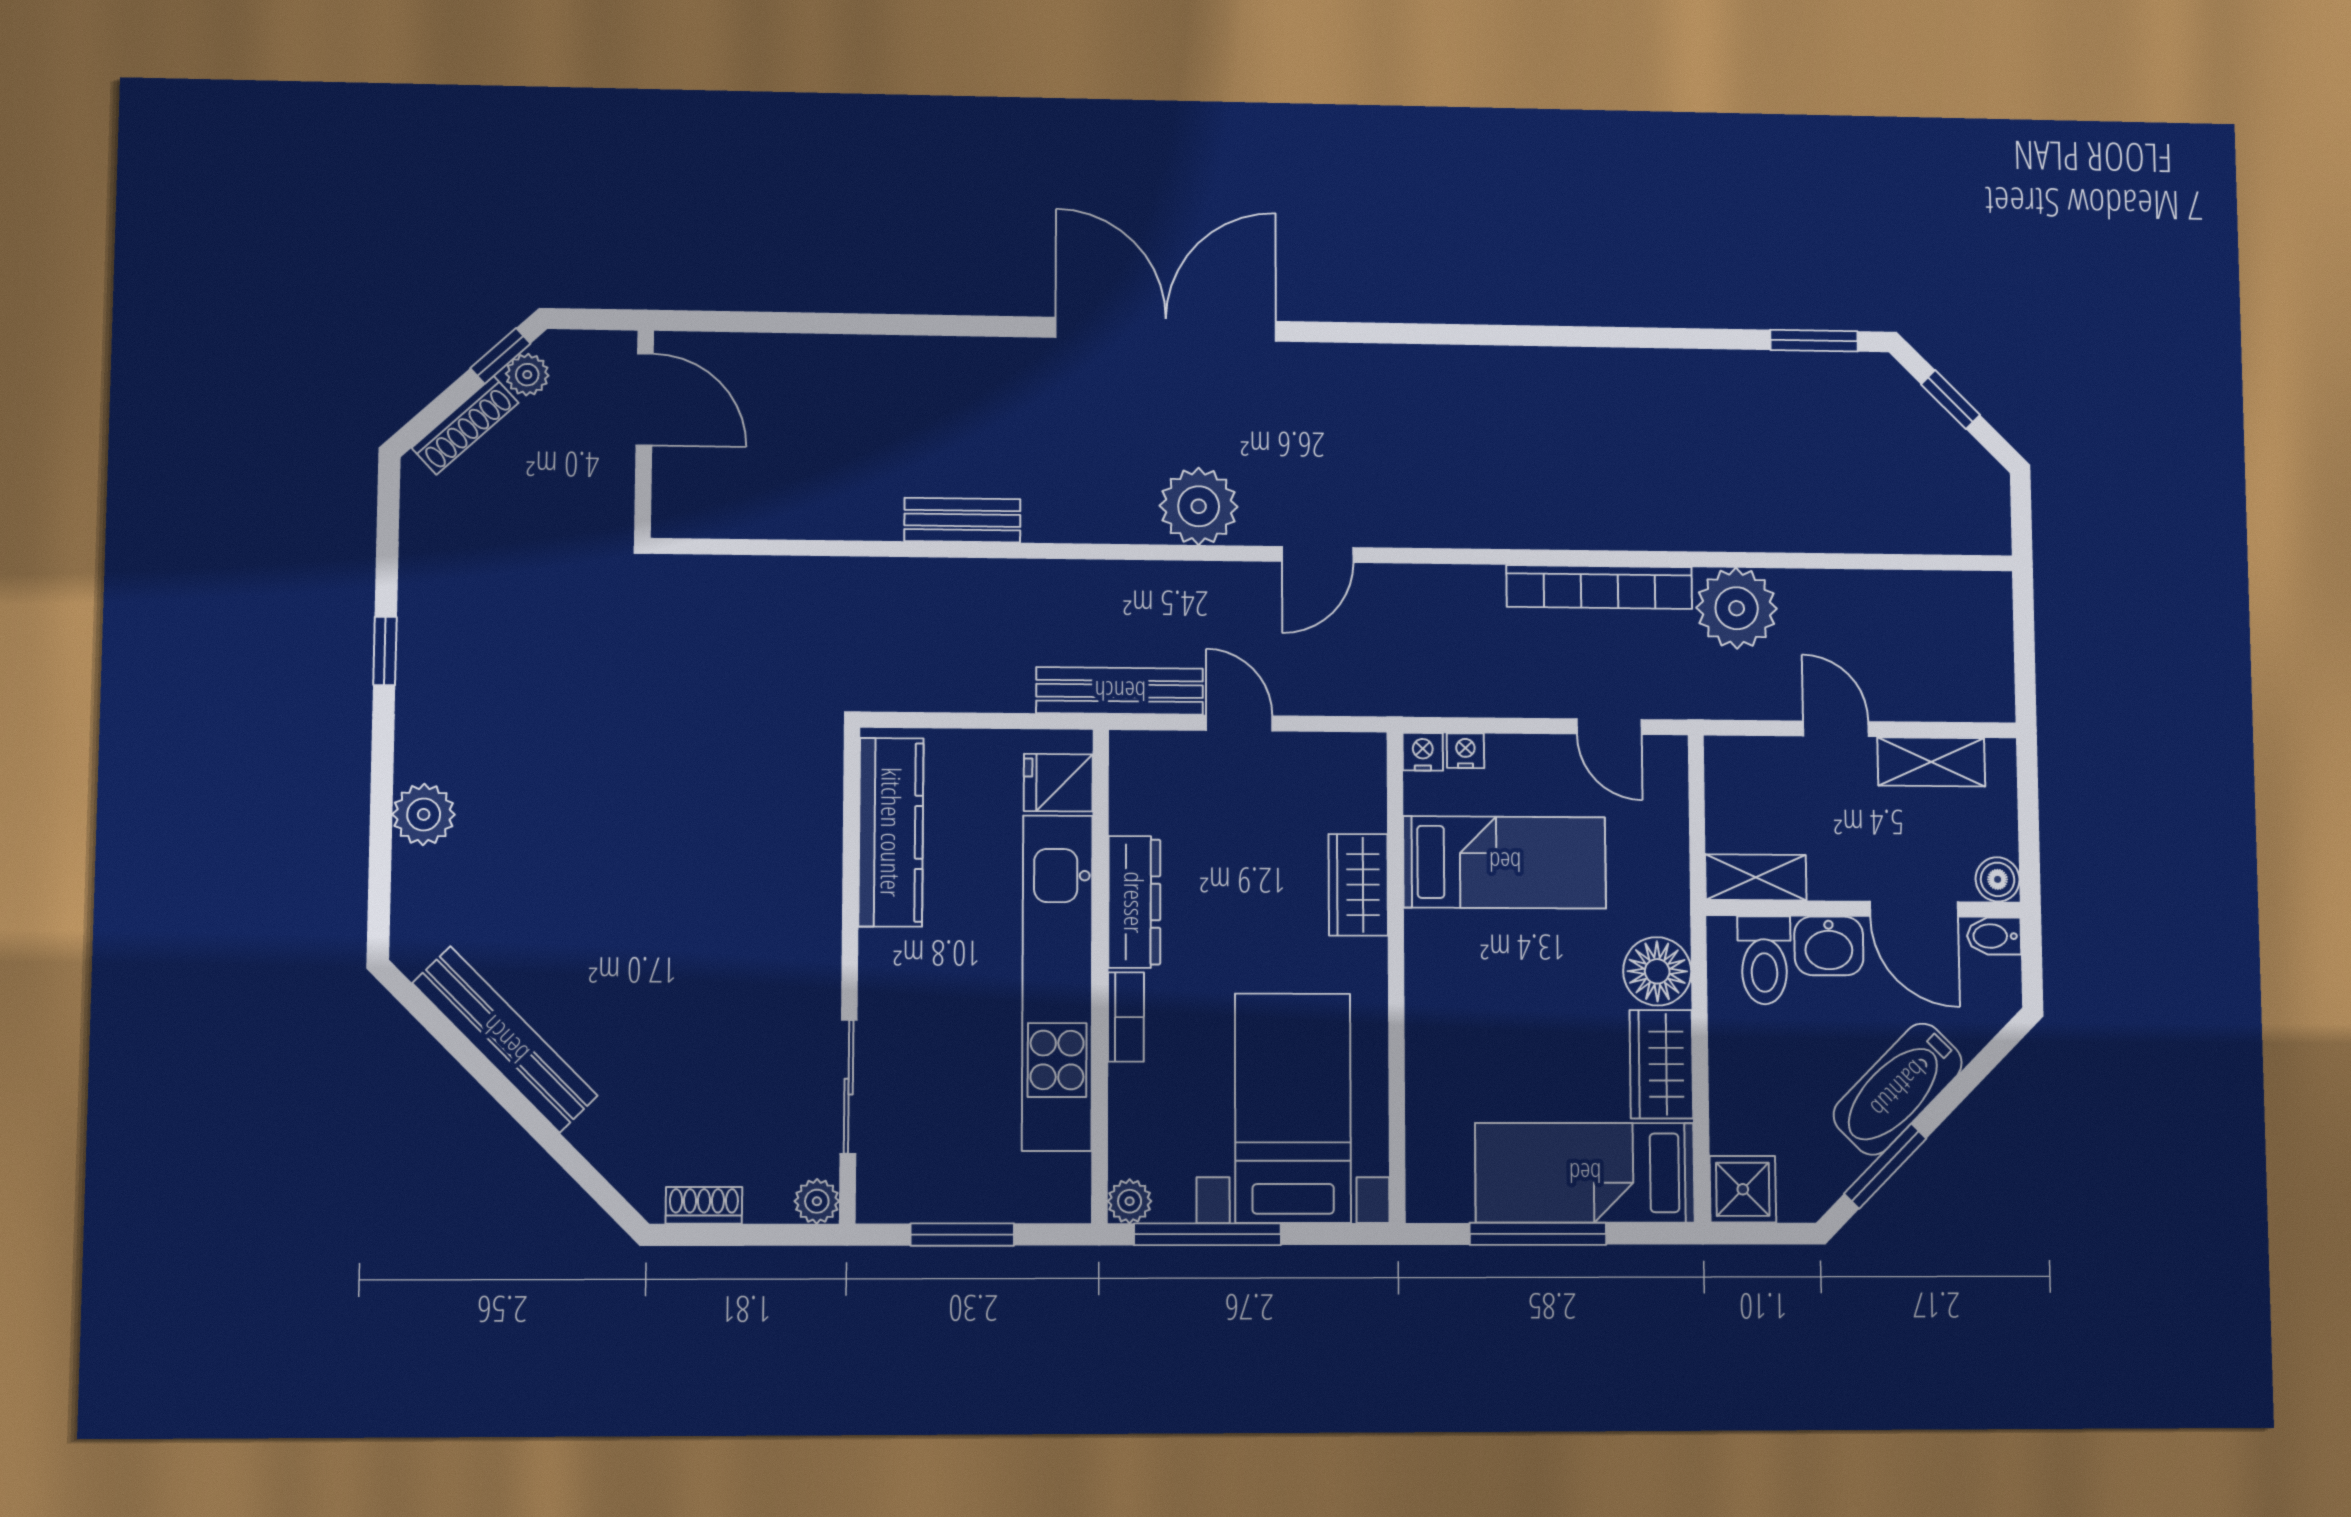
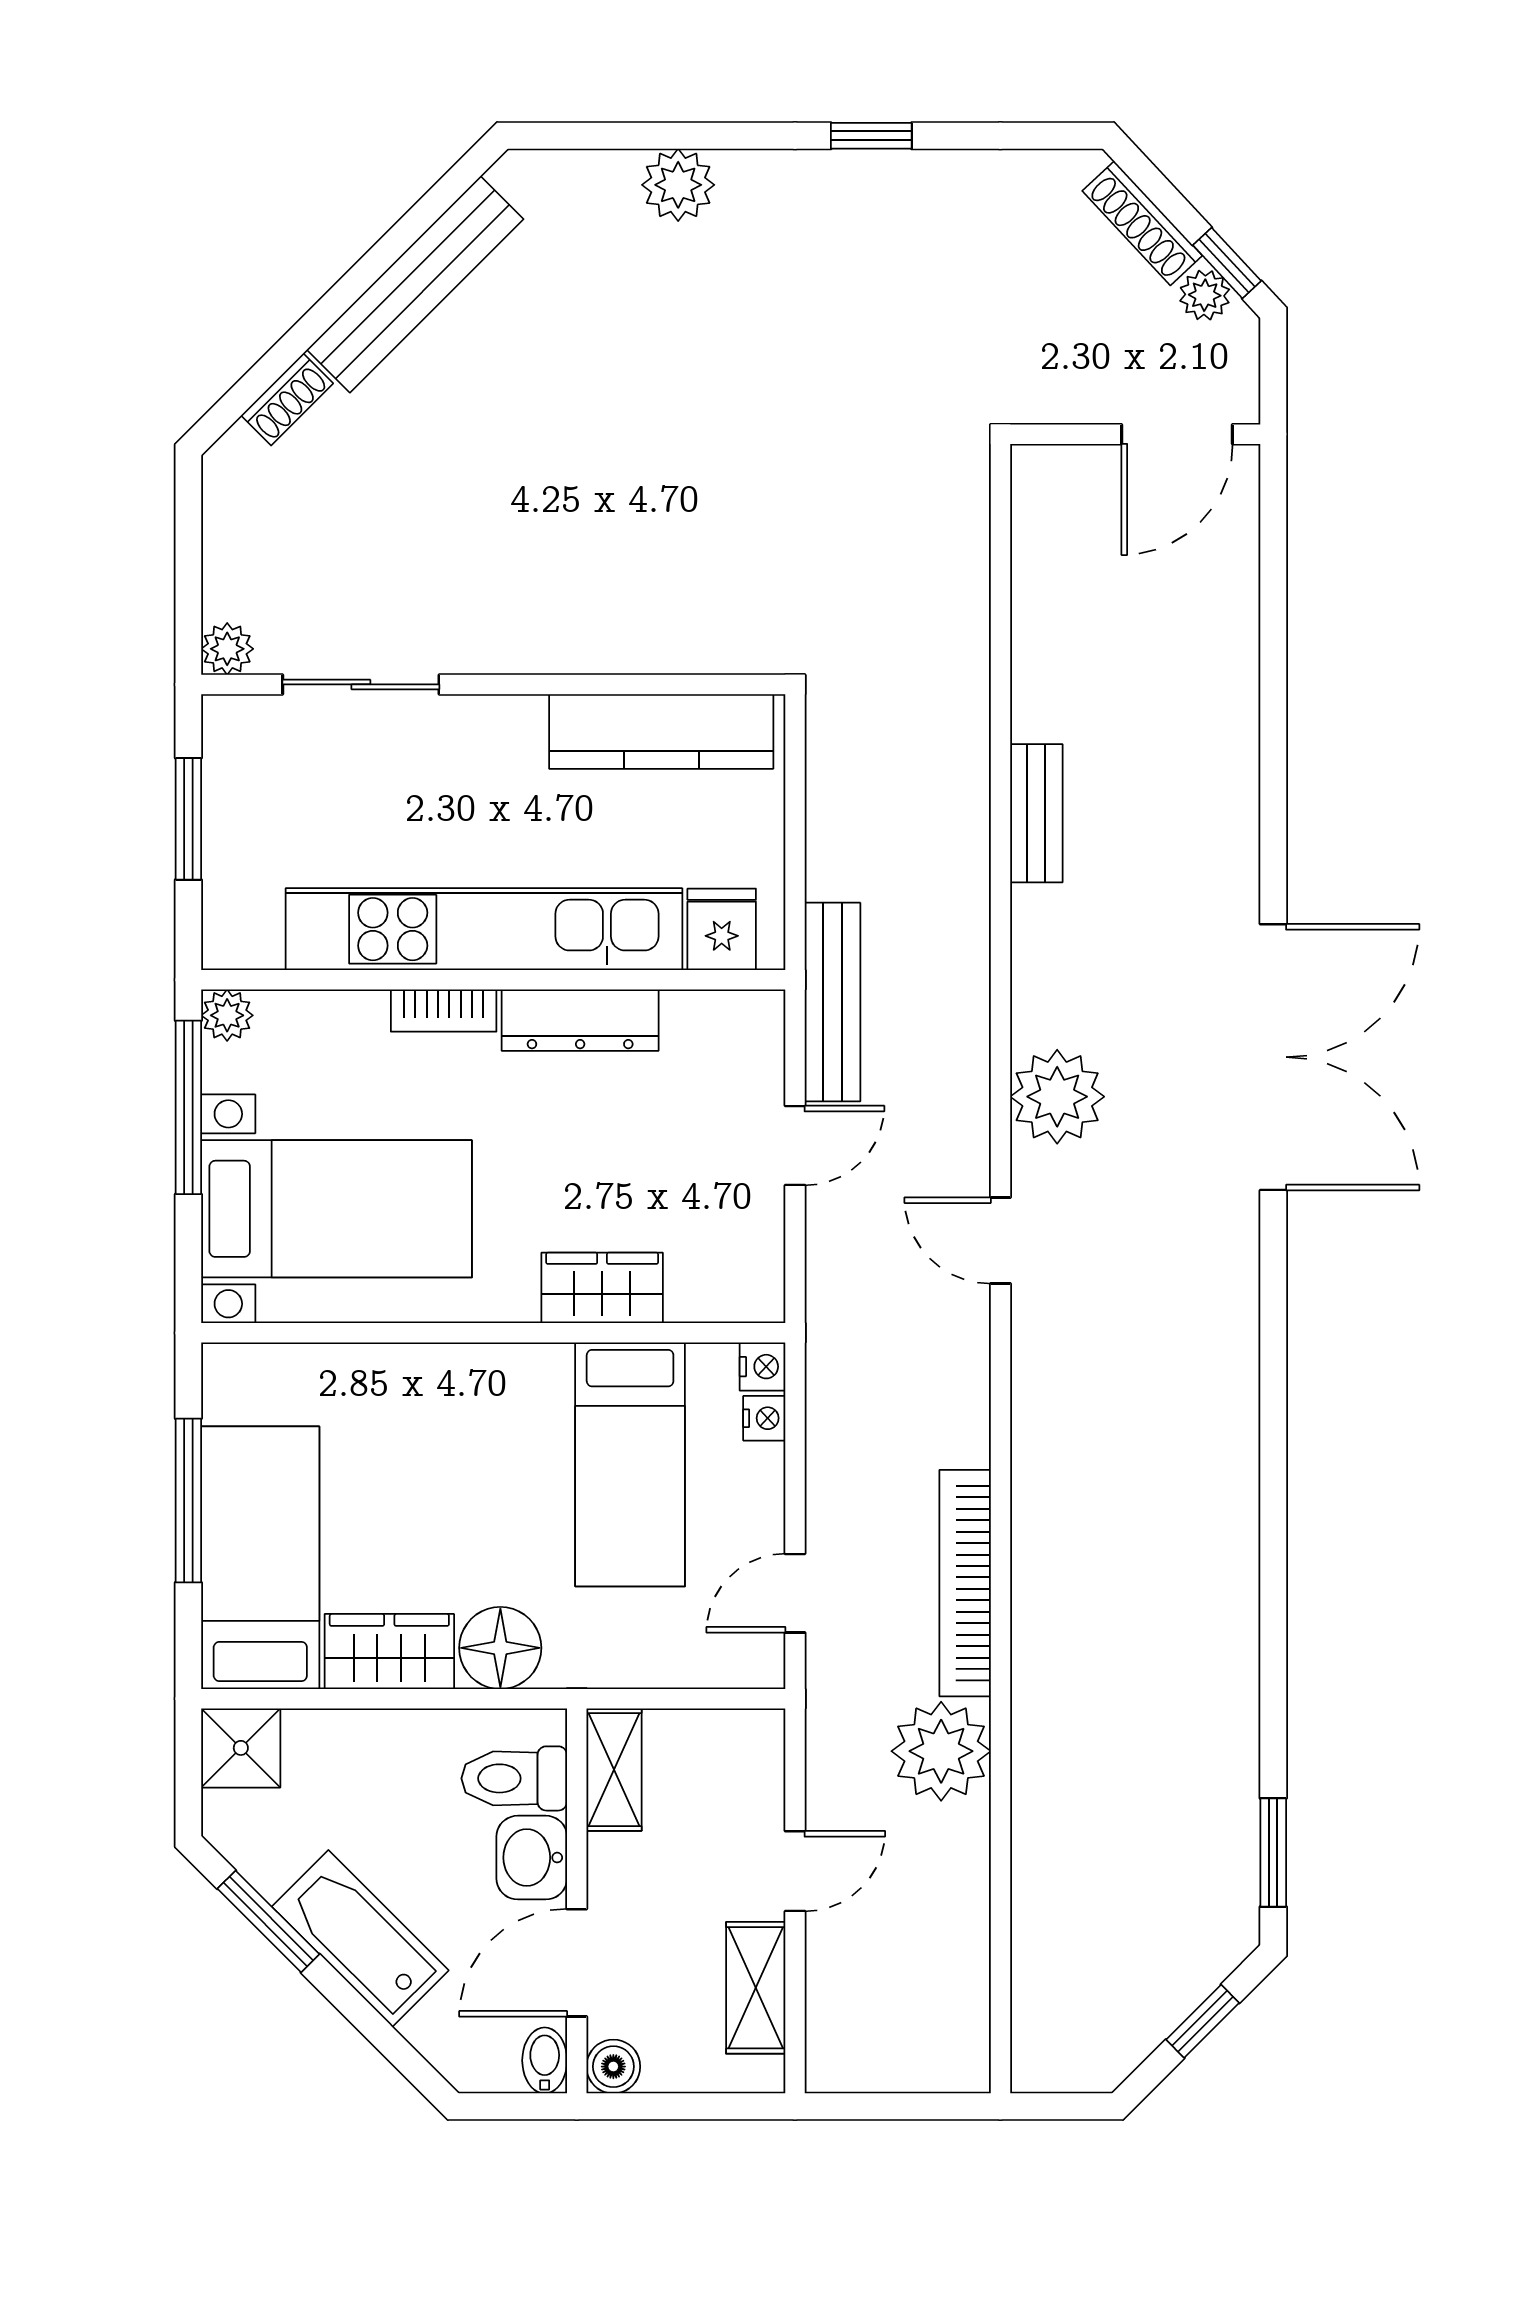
shoe rack: (704, 1205) -> (287, 399), moved, turned 45

